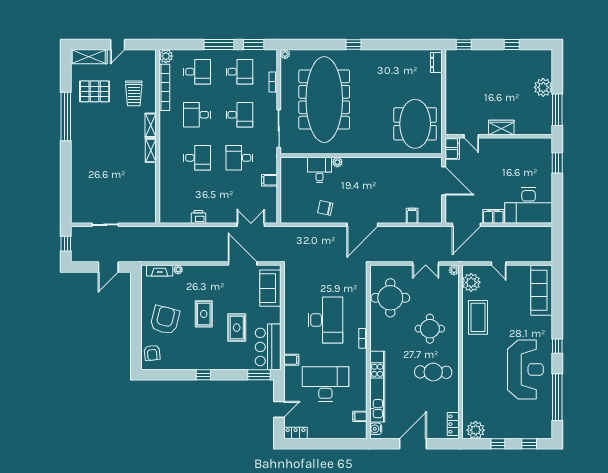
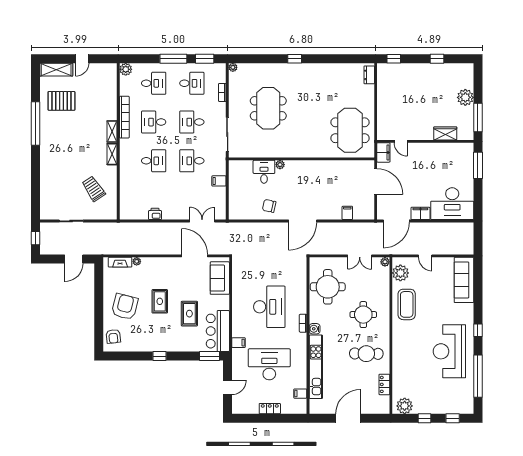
bookcase: (164, 87) -> (124, 117), moved
trolley: (134, 93) -> (93, 189), moved, turned 146
meeting table: (324, 100) -> (268, 108), width x0.54, depth x0.79
desk: (239, 115) -> (192, 122), turned 180
wardrobe: (501, 127) -> (445, 133), moved
window: (557, 163) -> (478, 165), width x1.44
reception desk: (525, 369) -> (449, 351), turned 180
locker: (453, 424) -> (384, 384), moved
water cooler: (376, 429) -> (315, 329), moved
locker: (296, 433) -> (270, 409), moved

